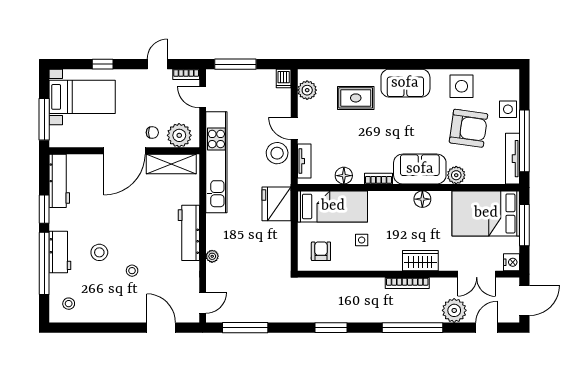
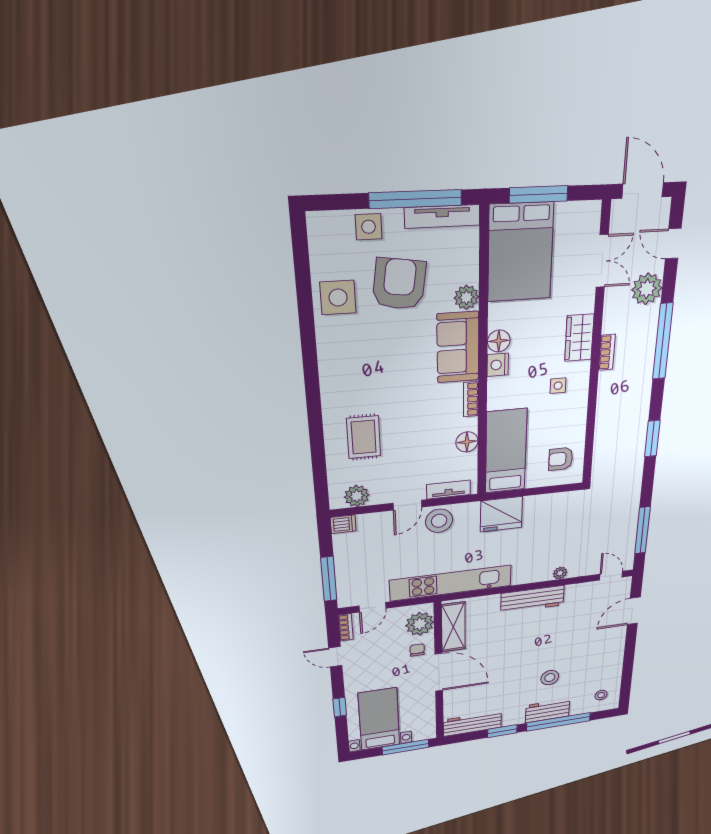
sofa: (405, 83) -> (339, 375), removed
side table: (362, 240) -> (558, 386), moved
nightstand: (512, 262) -> (498, 365), moved, turned -90
stool: (132, 271) -> (571, 646), removed
bookcase: (407, 283) -> (607, 352), width x0.64

